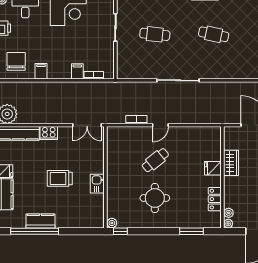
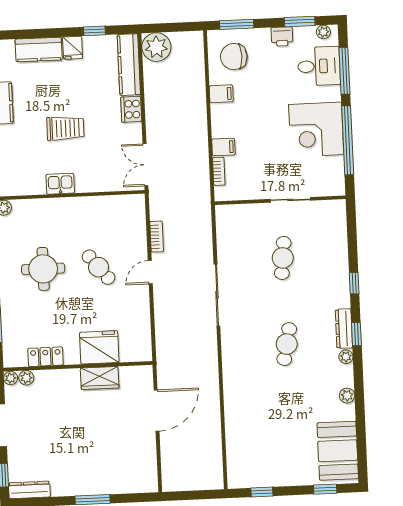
chair: (16, 61) -> (234, 57), turned 180
door: (160, 125) -> (150, 272), hinge flipped
fridge: (213, 168) -> (99, 347), width x1.88, depth x1.34
trolley: (60, 178) -> (65, 128), turned 90

